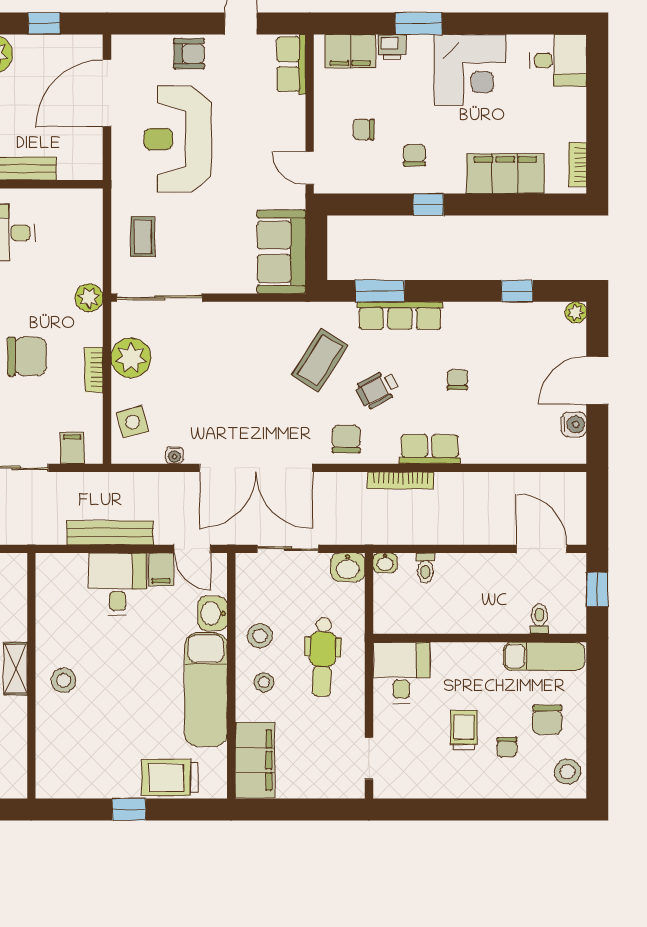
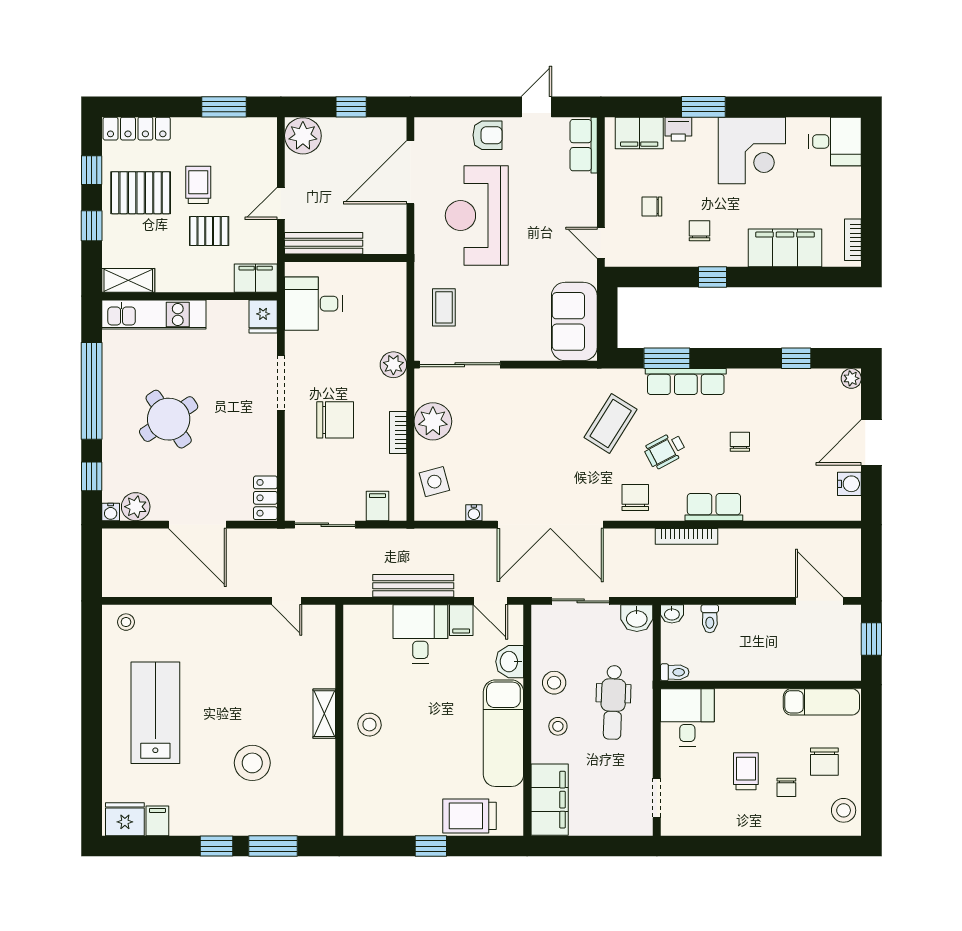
toilet: (539, 619) -> (675, 672), moved, turned 90

